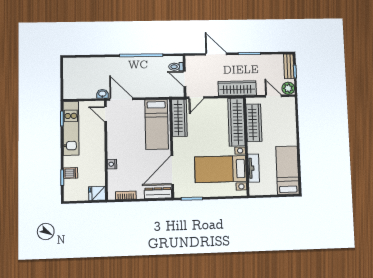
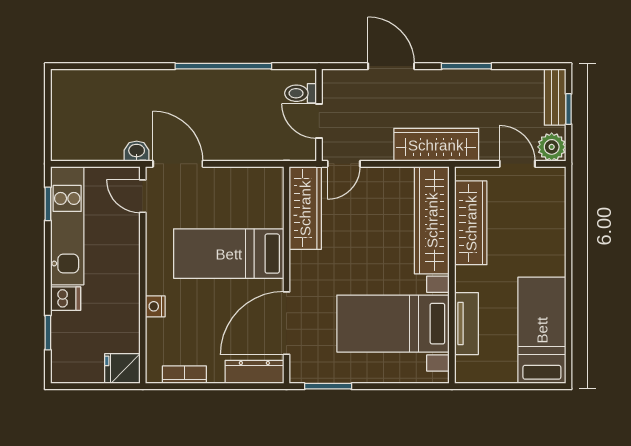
bed: (157, 124) -> (229, 254), moved, turned 90
dishwasher: (70, 173) -> (66, 299), moved

